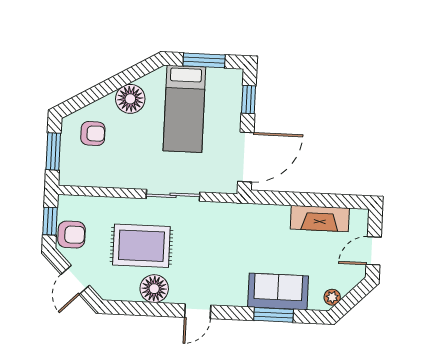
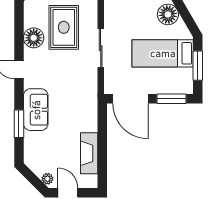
window: (249, 99) -> (171, 99), width x1.50
sofa: (278, 291) -> (36, 110), moved
plant: (332, 297) -> (47, 179), moved

